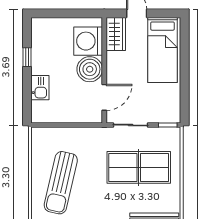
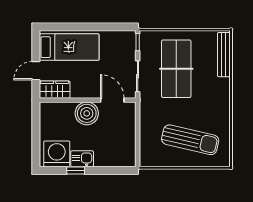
washing machine: (88, 41) -> (57, 154), moved, turned 180
kitchen sink: (40, 88) -> (82, 159), moved

